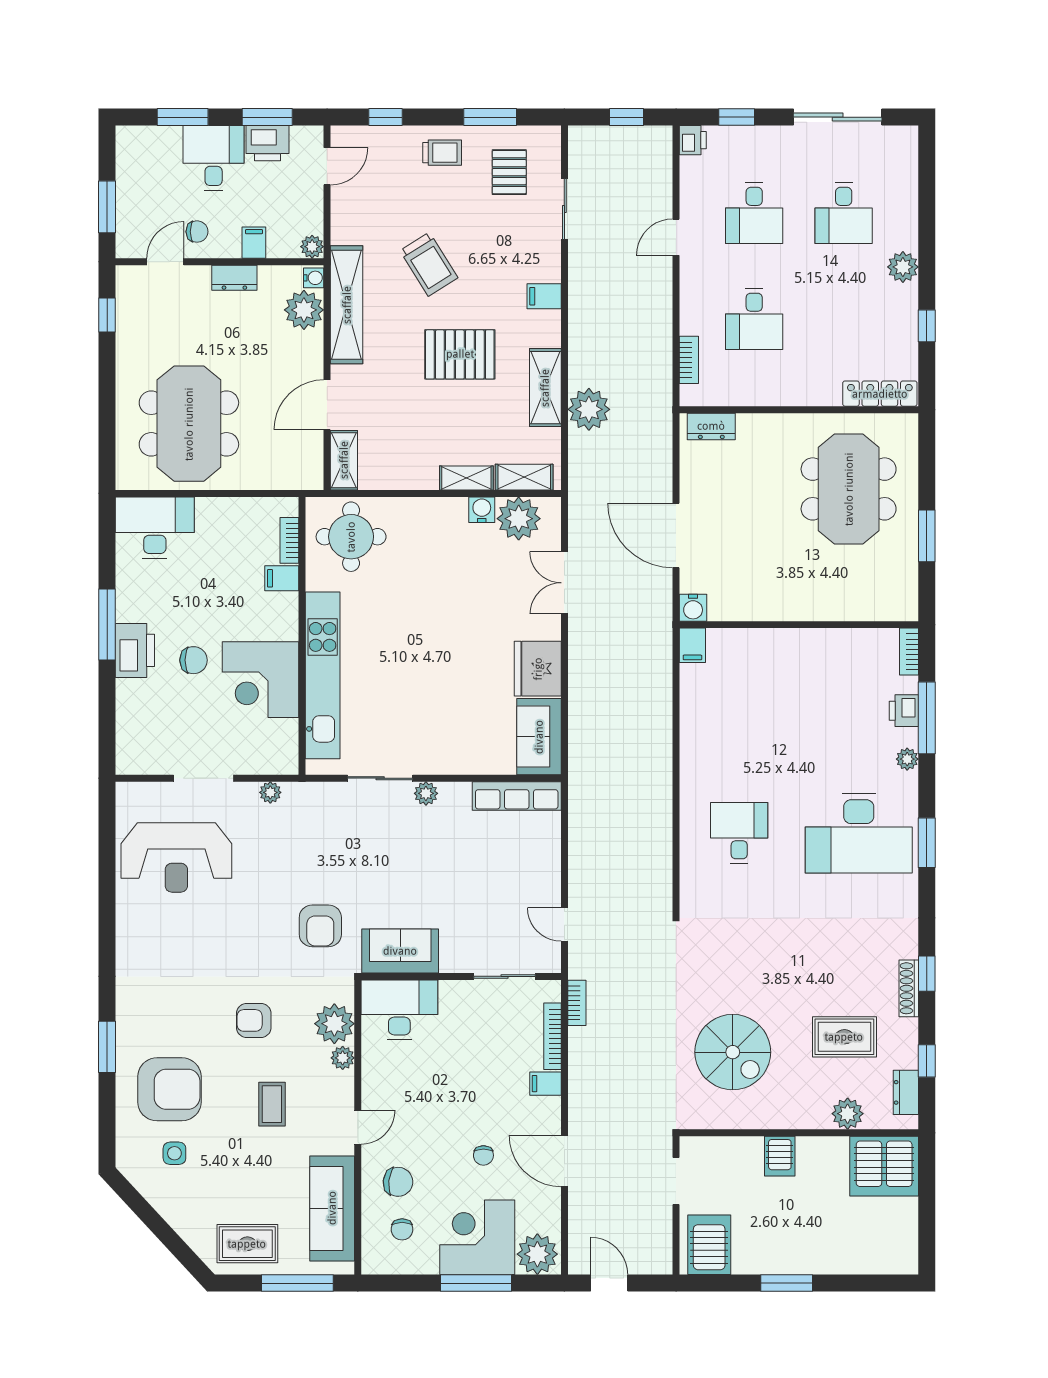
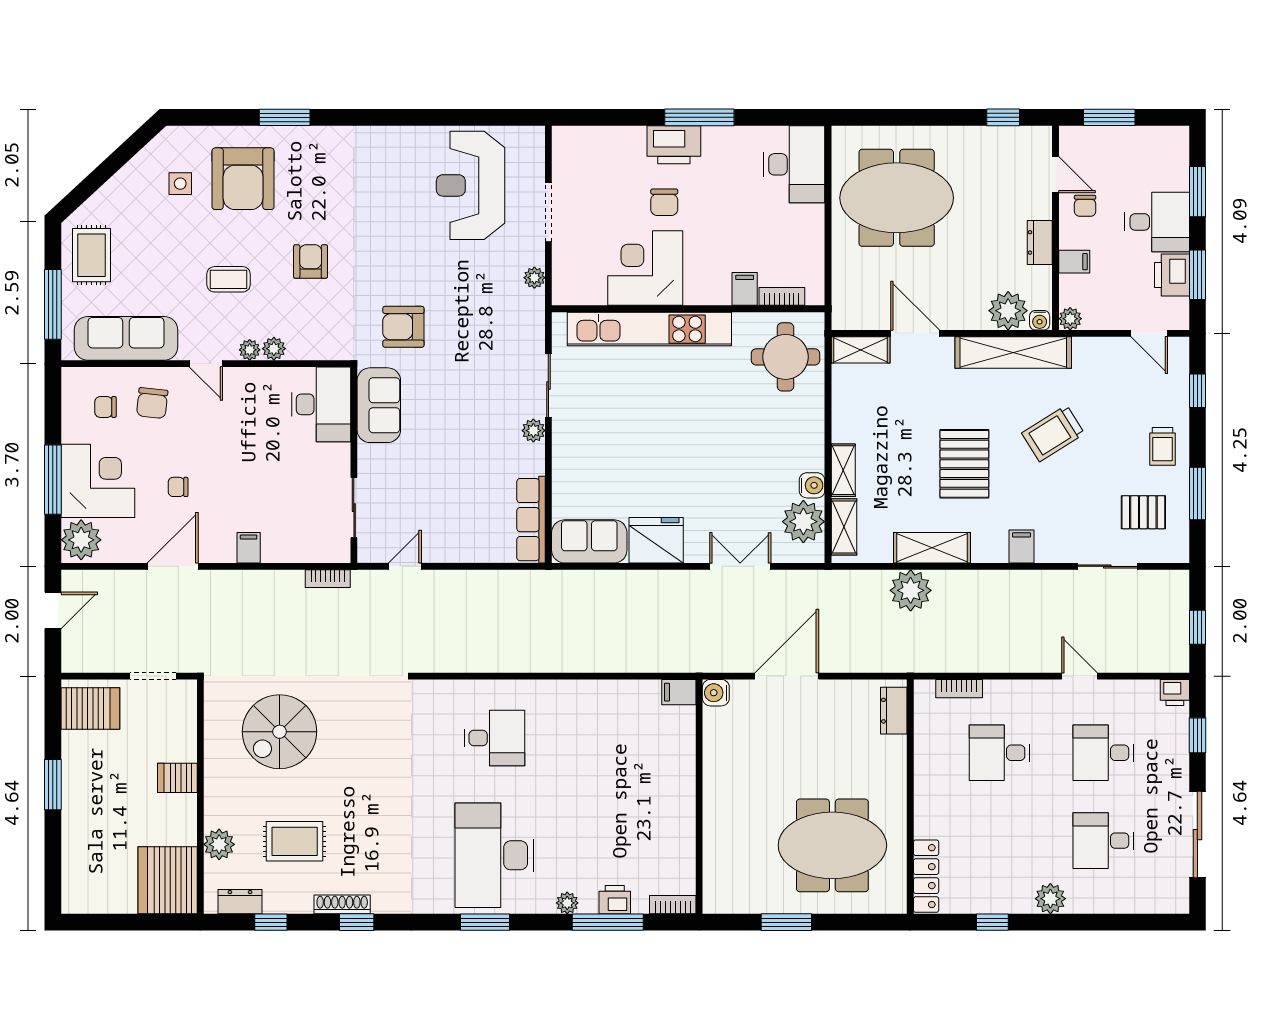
plant: (334, 1024) -> (250, 350), moved, width x0.53, depth x0.53
bookcase: (553, 1036) -> (295, 555), removed
rug: (844, 1037) -> (295, 841), turned 90

